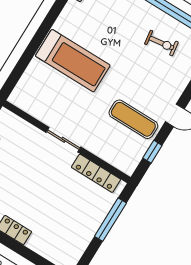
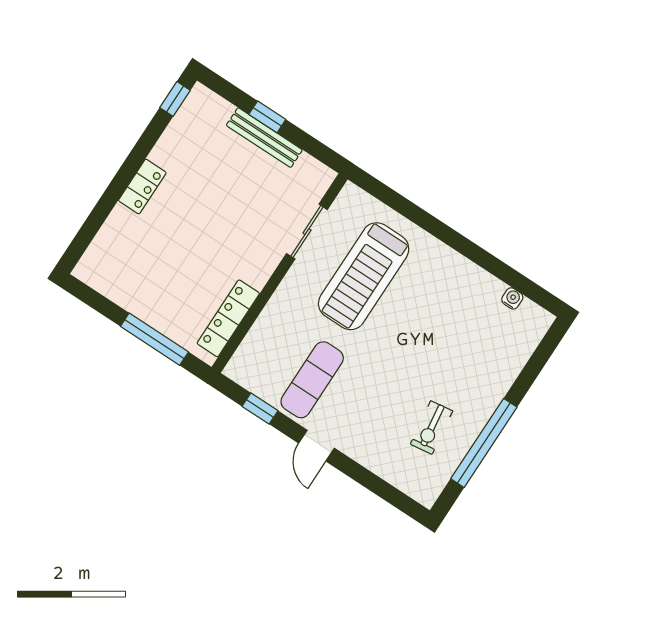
treadmill: (73, 61) -> (364, 276), moved
sliding door: (63, 140) -> (307, 232), moved

